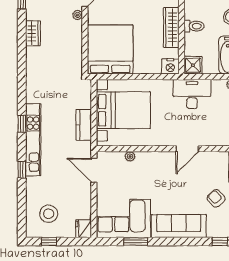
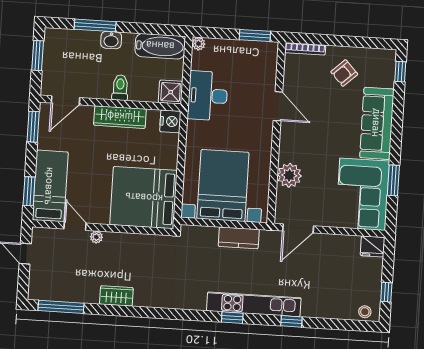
plant: (130, 156) -> (289, 175), width x1.87, depth x1.87
stool: (49, 214) -> (365, 312), moved, width x0.53, depth x0.53

